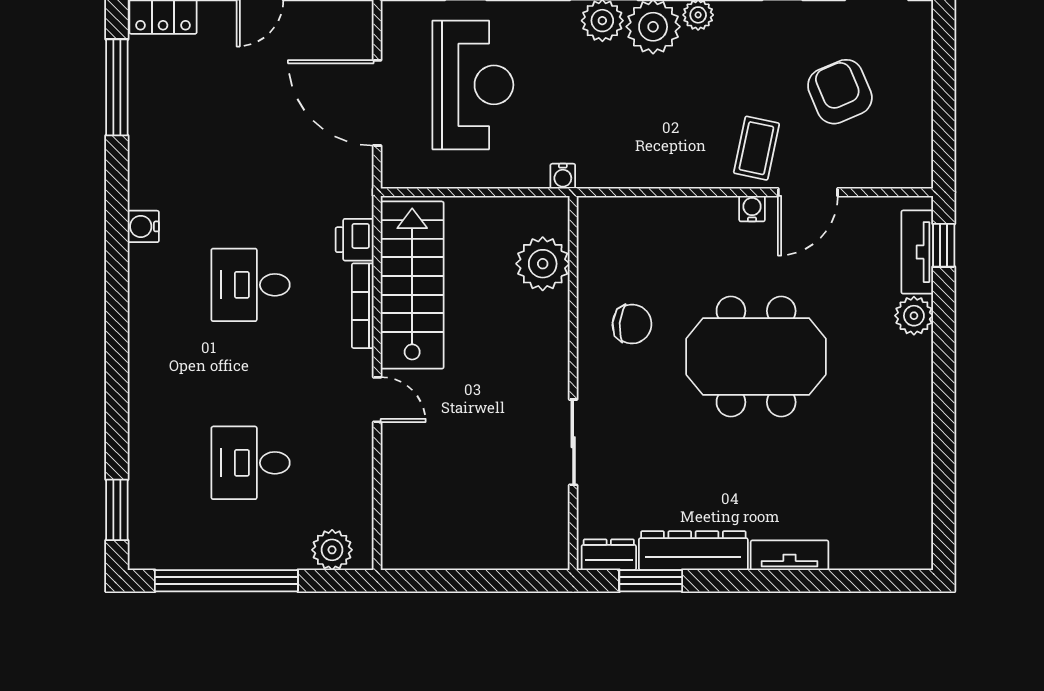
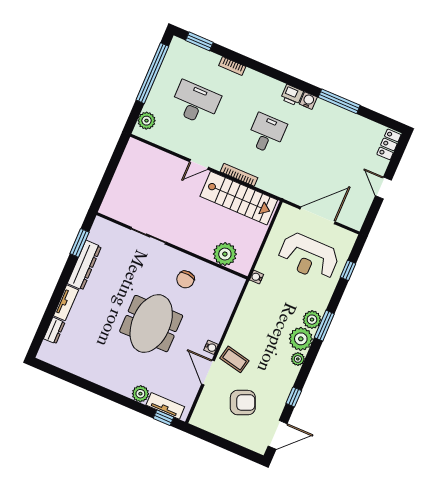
window: (117, 87) -> (339, 101), moved
printer: (355, 240) -> (292, 95), moved, turned 180
bookcase: (139, 418) -> (232, 66), added
desk: (251, 463) -> (195, 103), width x1.37
dresser: (609, 555) -> (54, 331), moved

